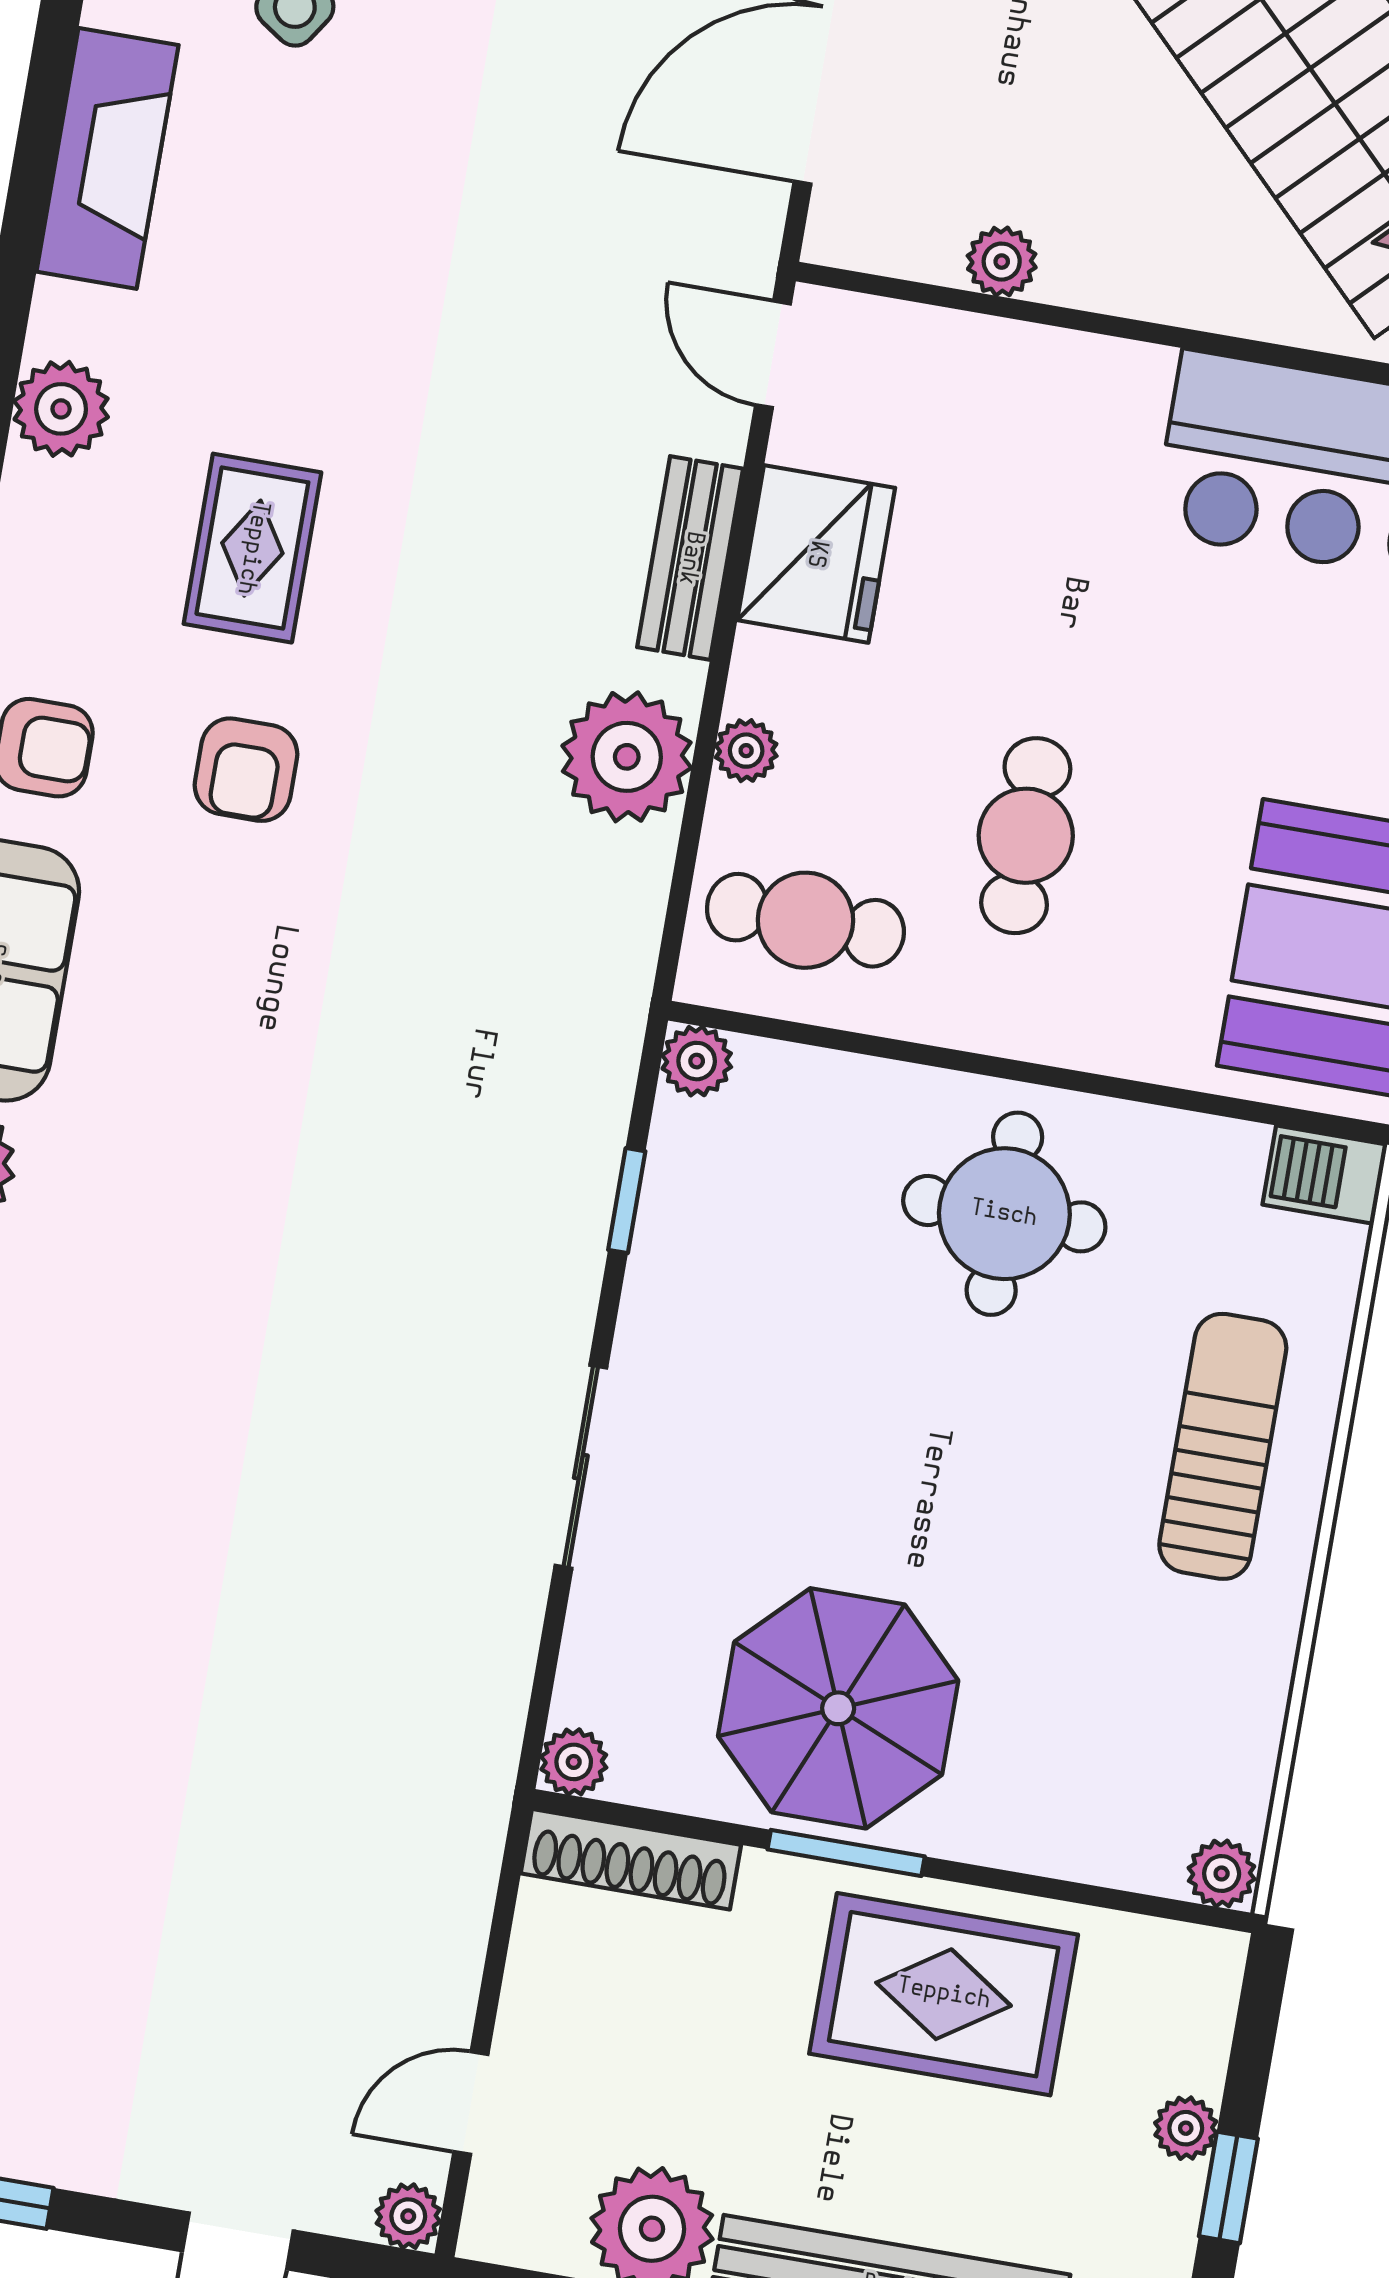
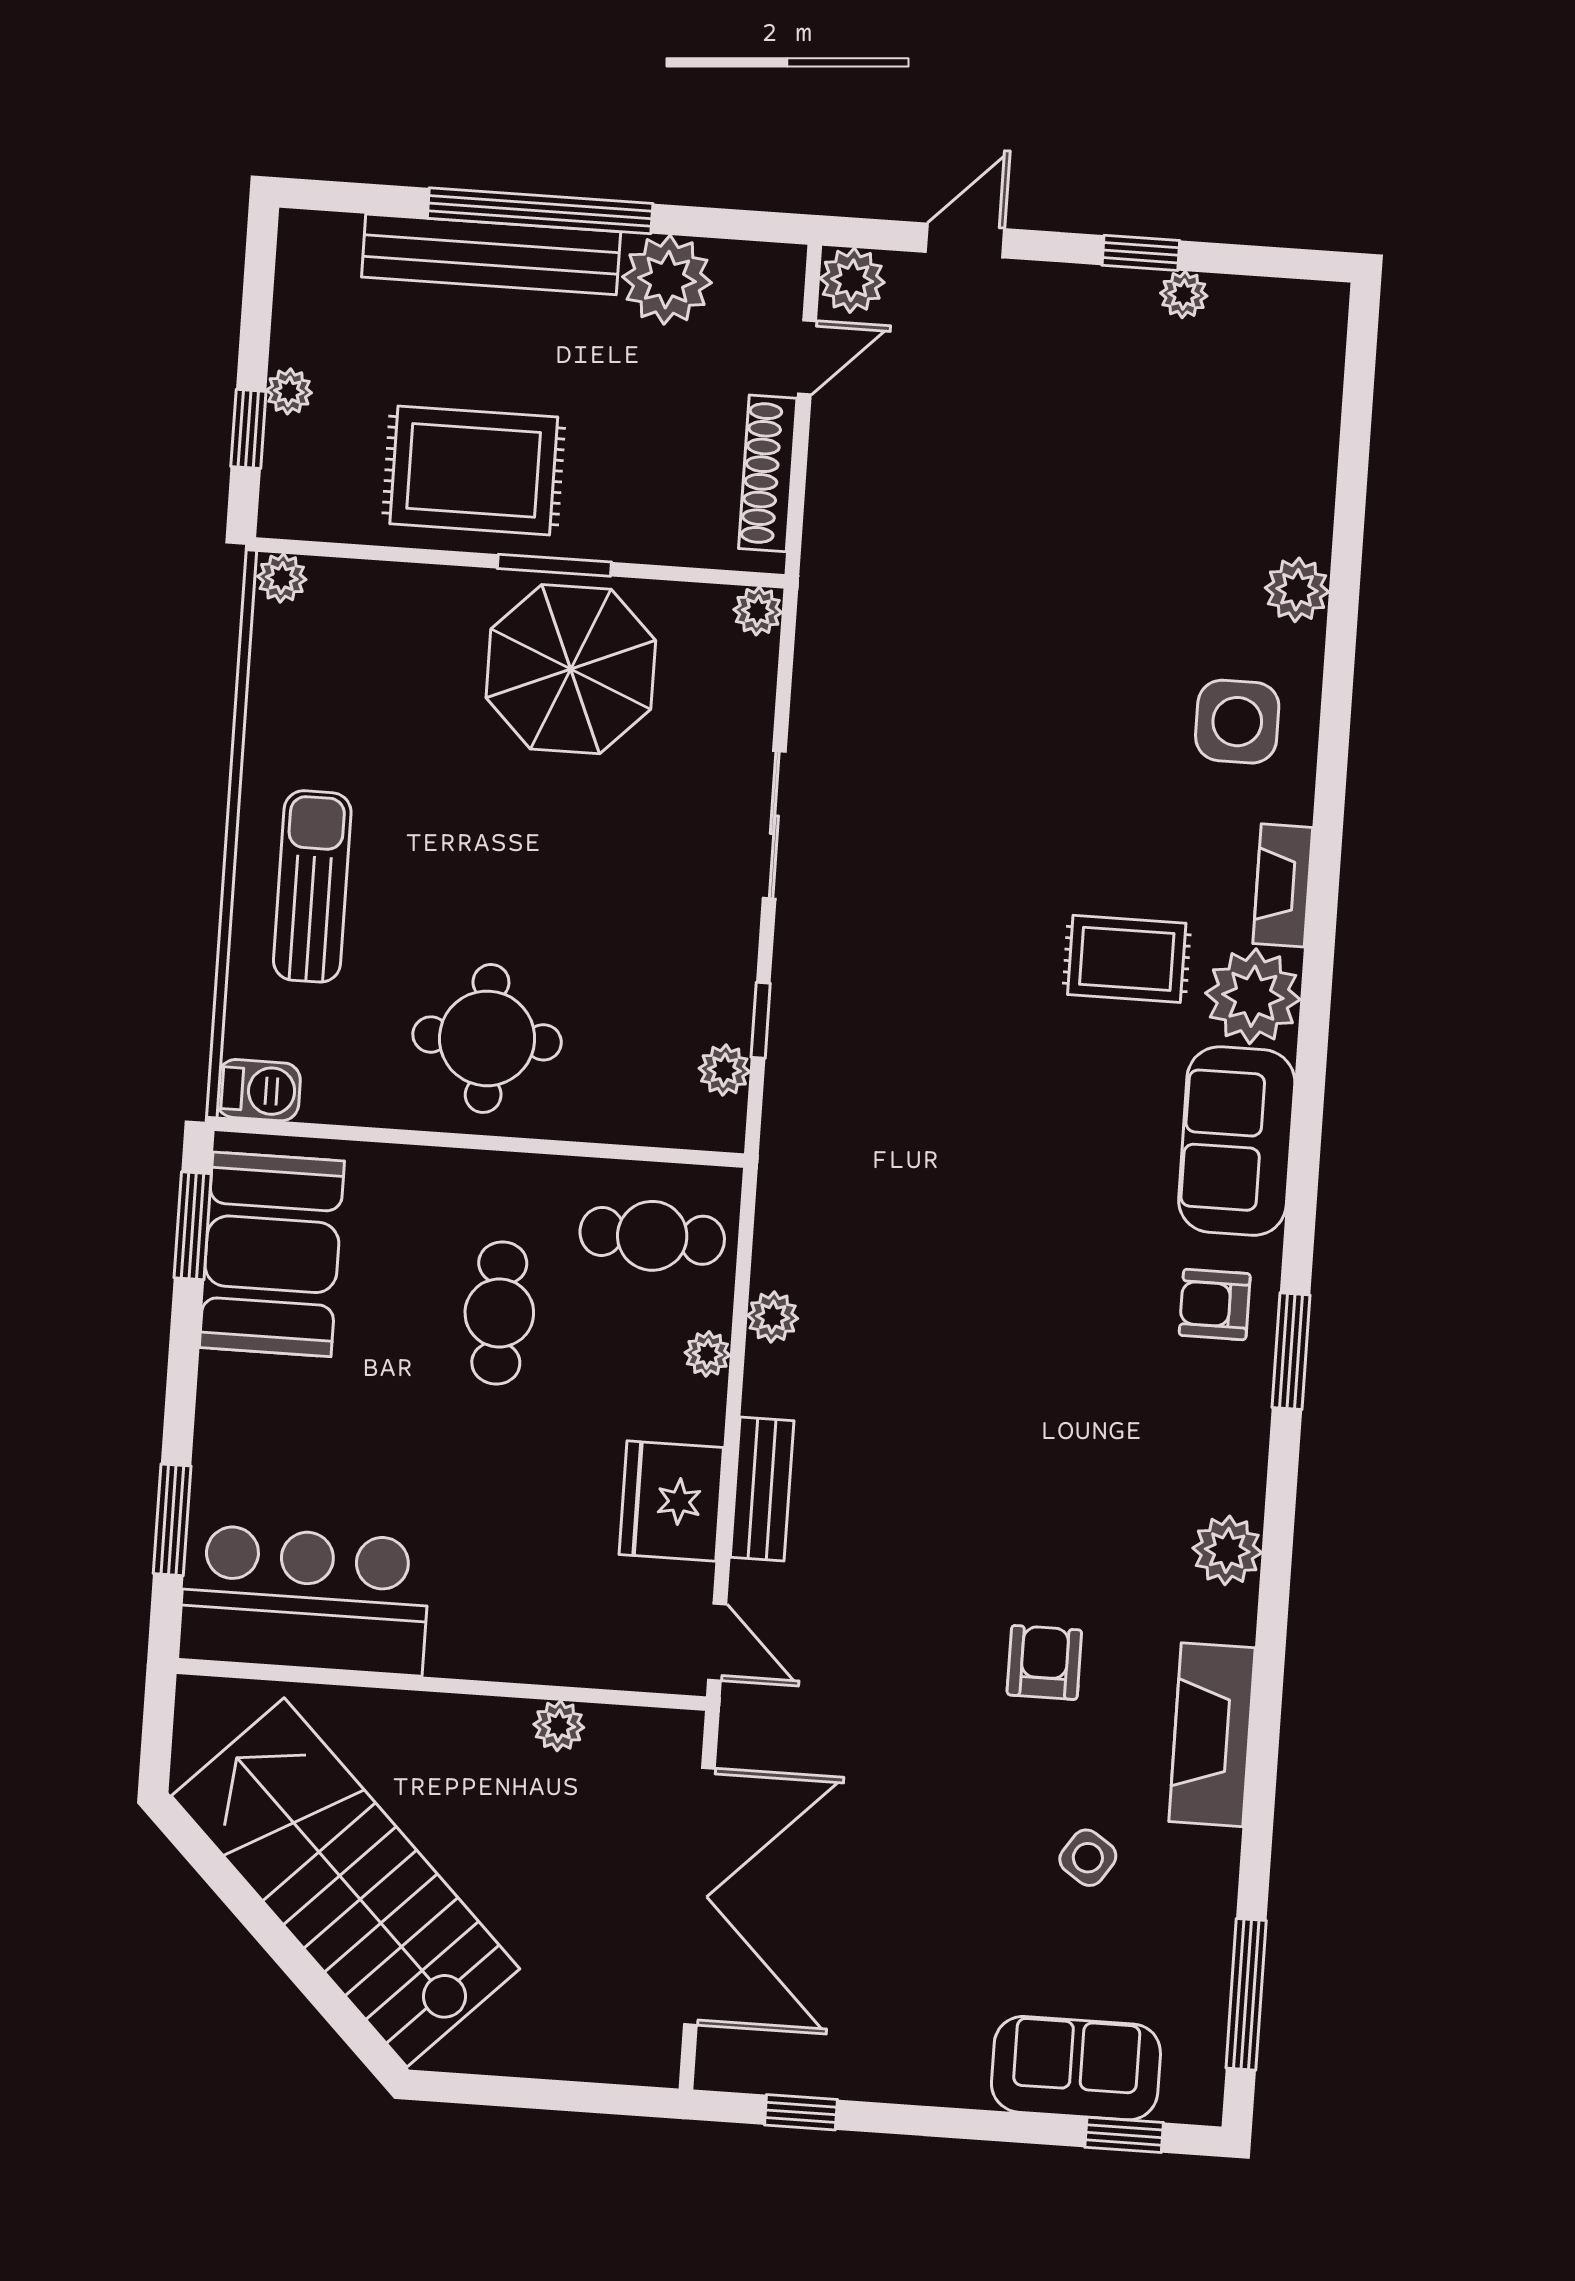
rug: (252, 548) -> (1127, 959), moved, turned 90
plant: (627, 757) -> (773, 1317), width x0.53, depth x0.53
armchair: (246, 770) -> (1044, 1662), moved
plant: (697, 1061) -> (724, 1070), moved
sun lounger: (1223, 1446) -> (312, 886), turned 180
shoe rack: (631, 1859) -> (768, 473), moved, turned -90
window: (1228, 2187) -> (248, 429), moved
plant: (408, 2216) -> (852, 280), width x1.38, depth x1.38

